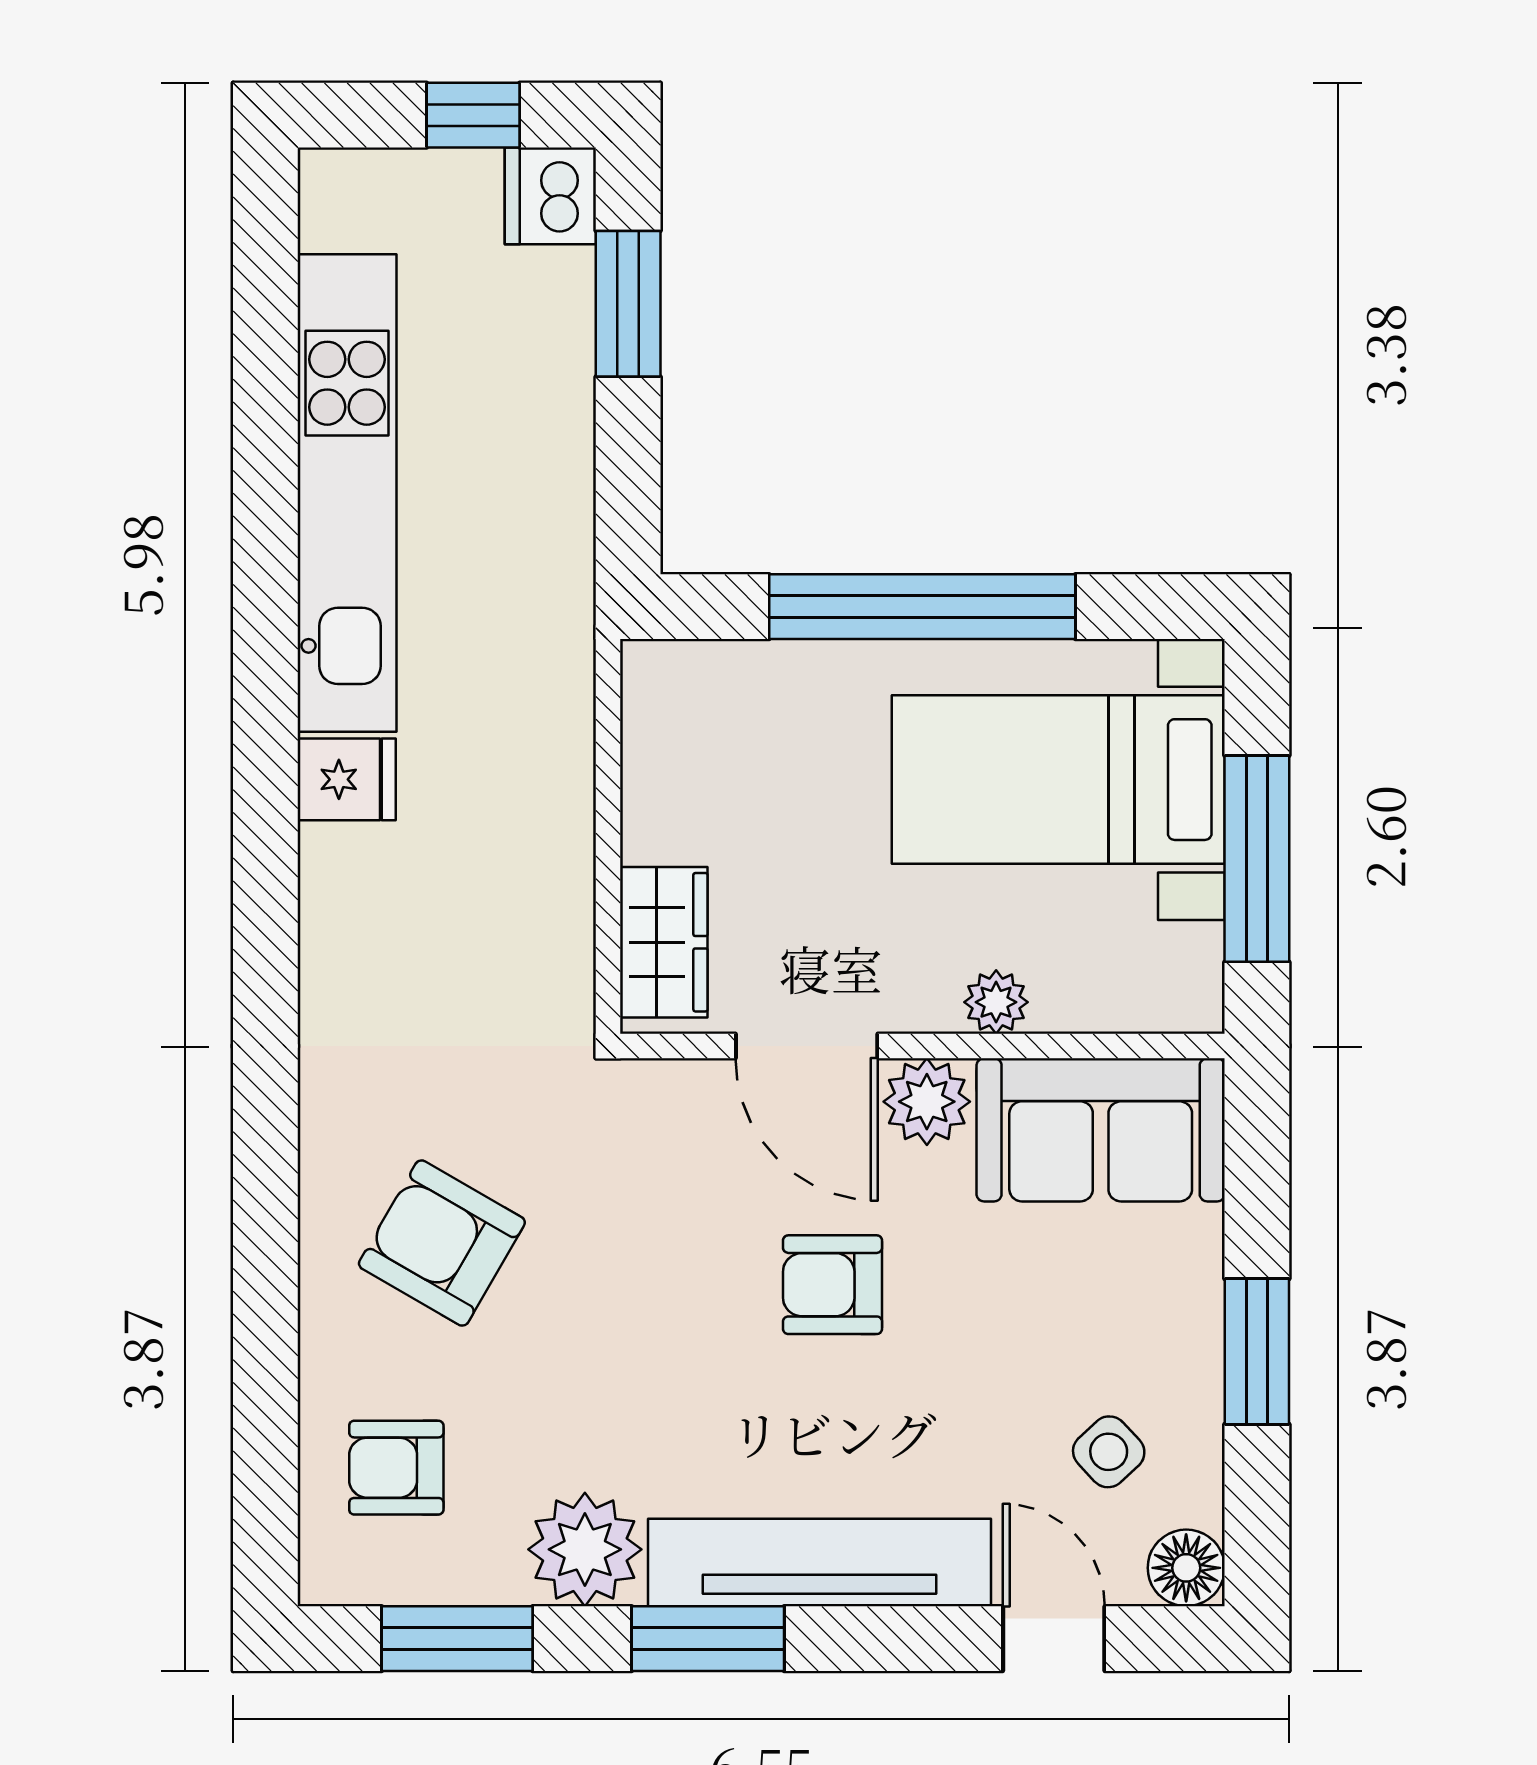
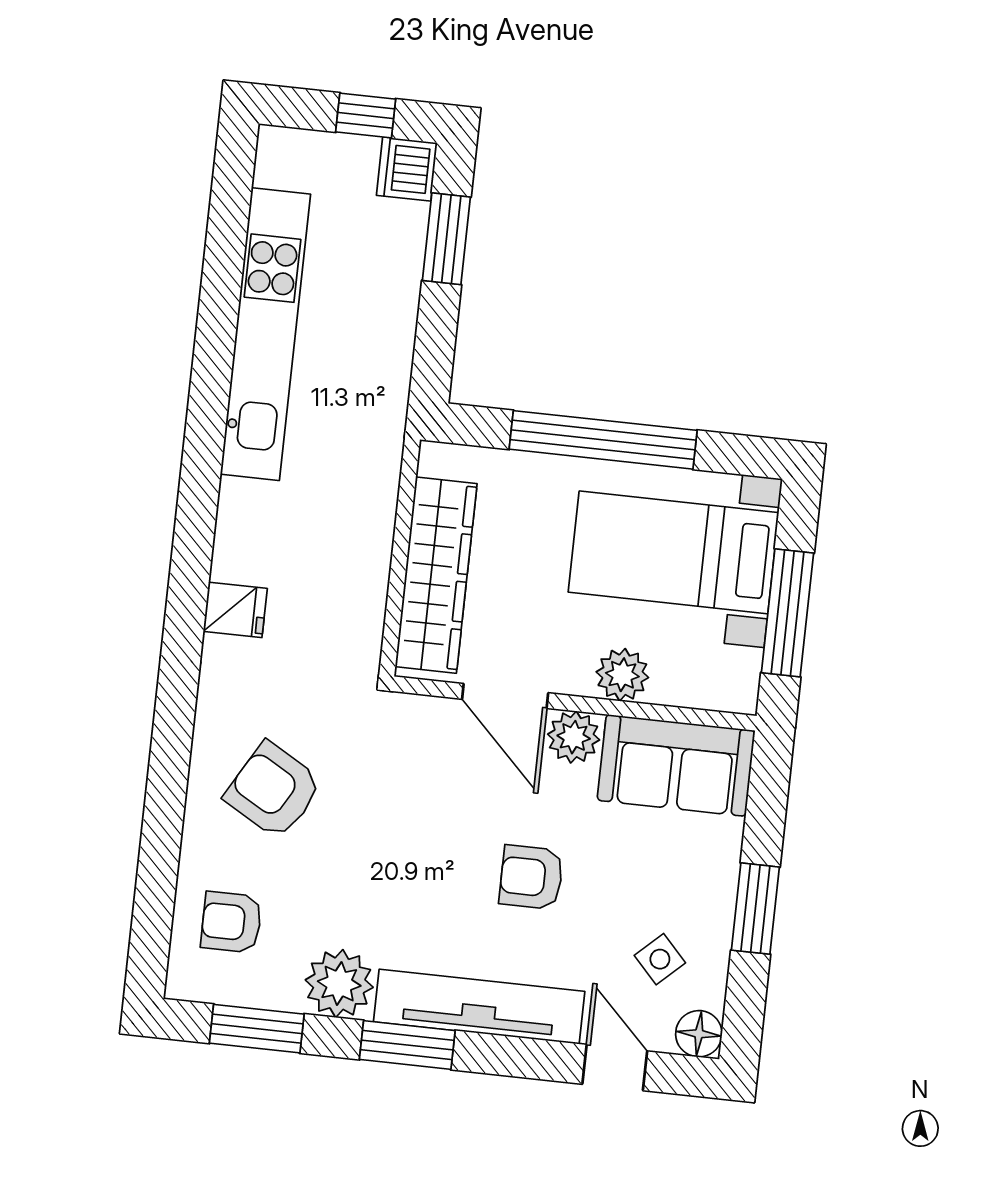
fridge: (347, 779) -> (235, 610), moved
wardrobe: (664, 942) -> (436, 575), width x2.10, depth x1.17
plant: (996, 1002) -> (622, 675), width x1.38, depth x1.38
armchair: (833, 1285) -> (531, 877), moved

